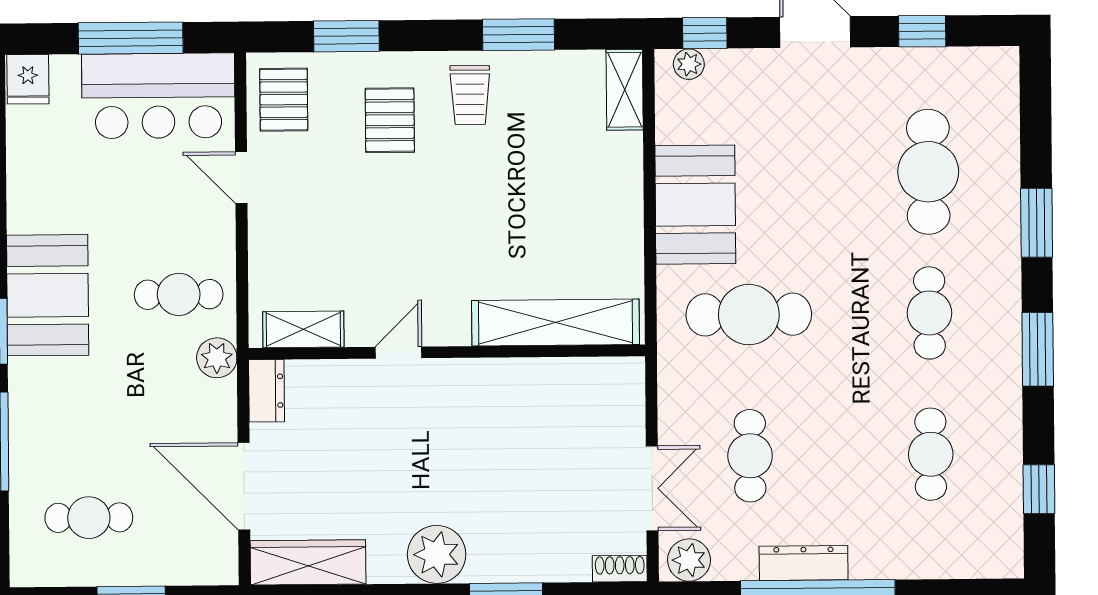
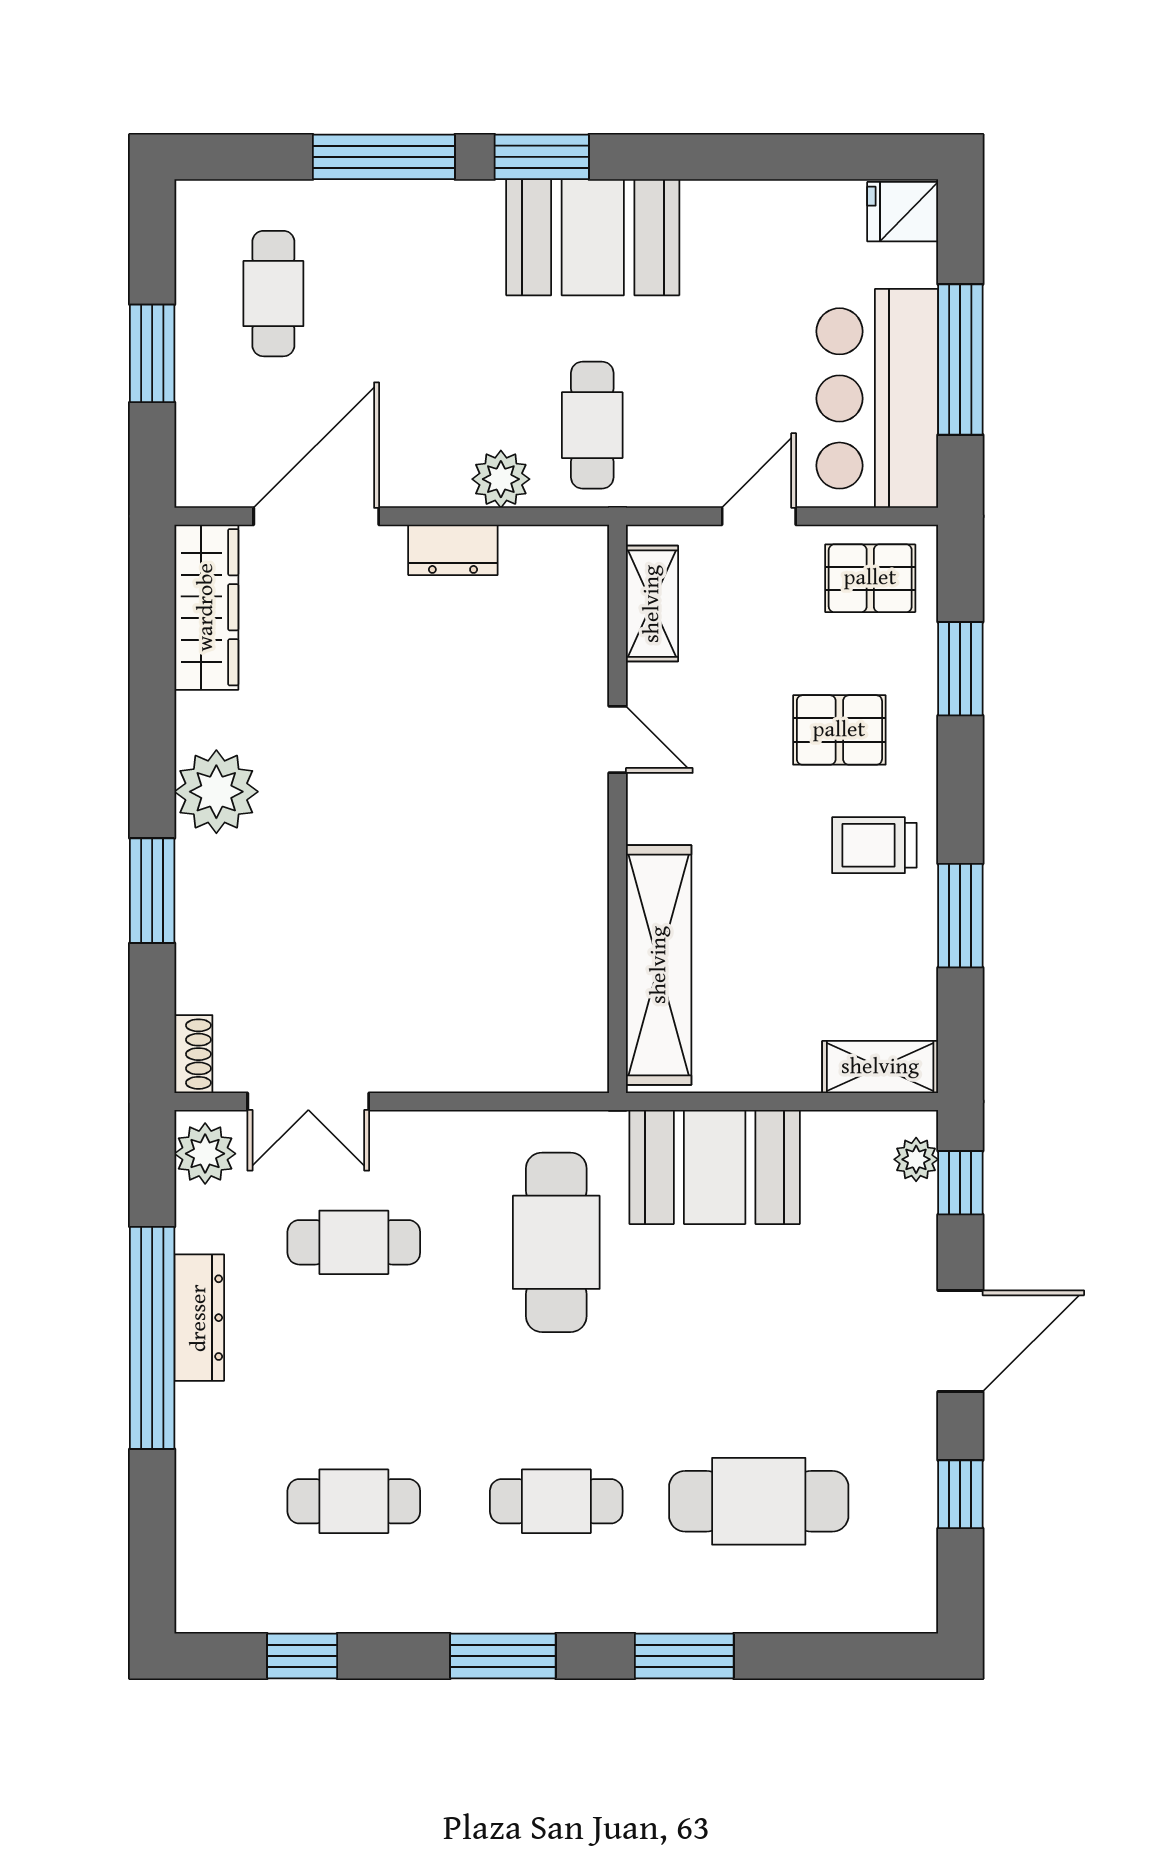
shelving: (555, 323) -> (659, 965), moved
shelving: (303, 329) -> (652, 604), moved
wall: (447, 352) -> (618, 809), moved
door: (399, 353) -> (618, 740), moved

